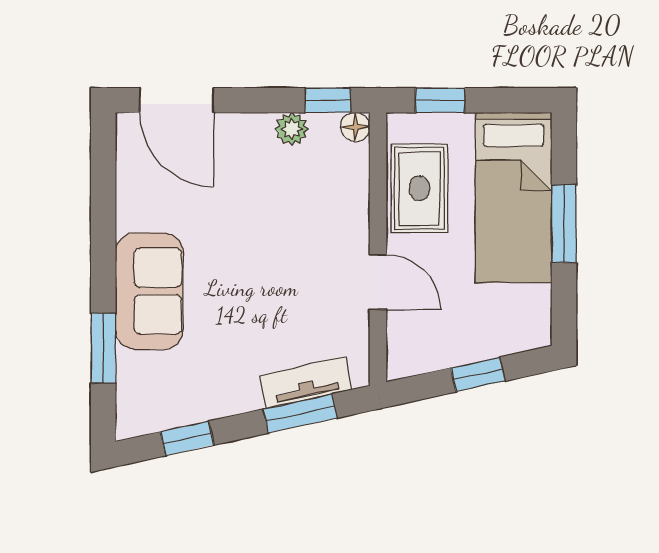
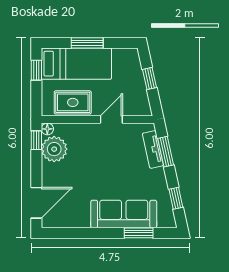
window: (440, 100) -> (36, 70), moved
plant: (292, 129) -> (54, 149), width x1.88, depth x1.88
sofa: (149, 291) -> (124, 214), width x1.36

